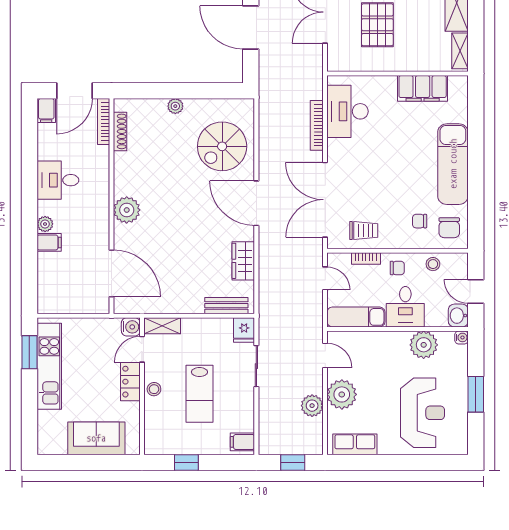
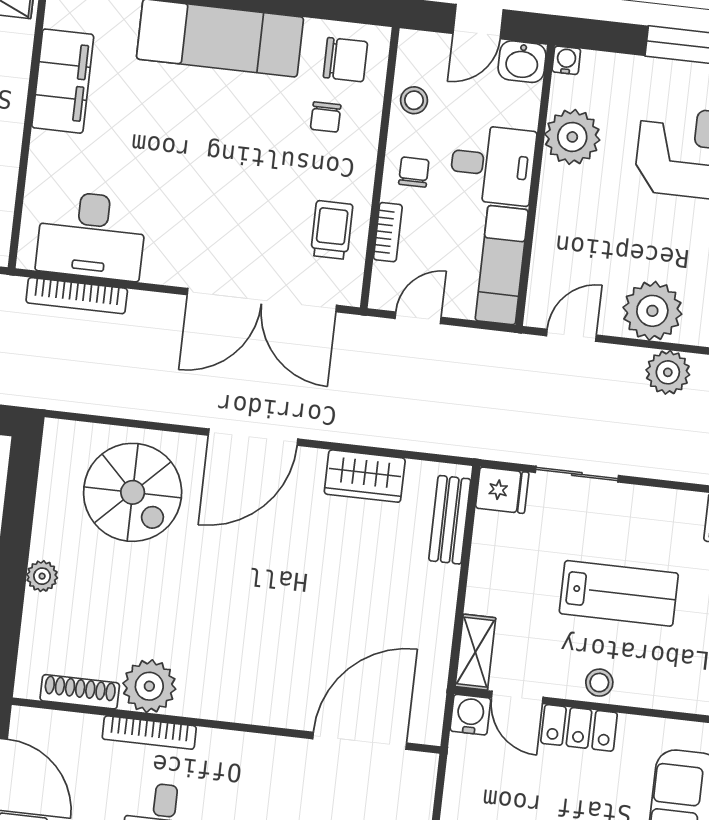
bookcase: (104, 121) -> (149, 733), moved
bookcase: (317, 125) -> (77, 296), moved
plant: (127, 210) -> (149, 686), moved

